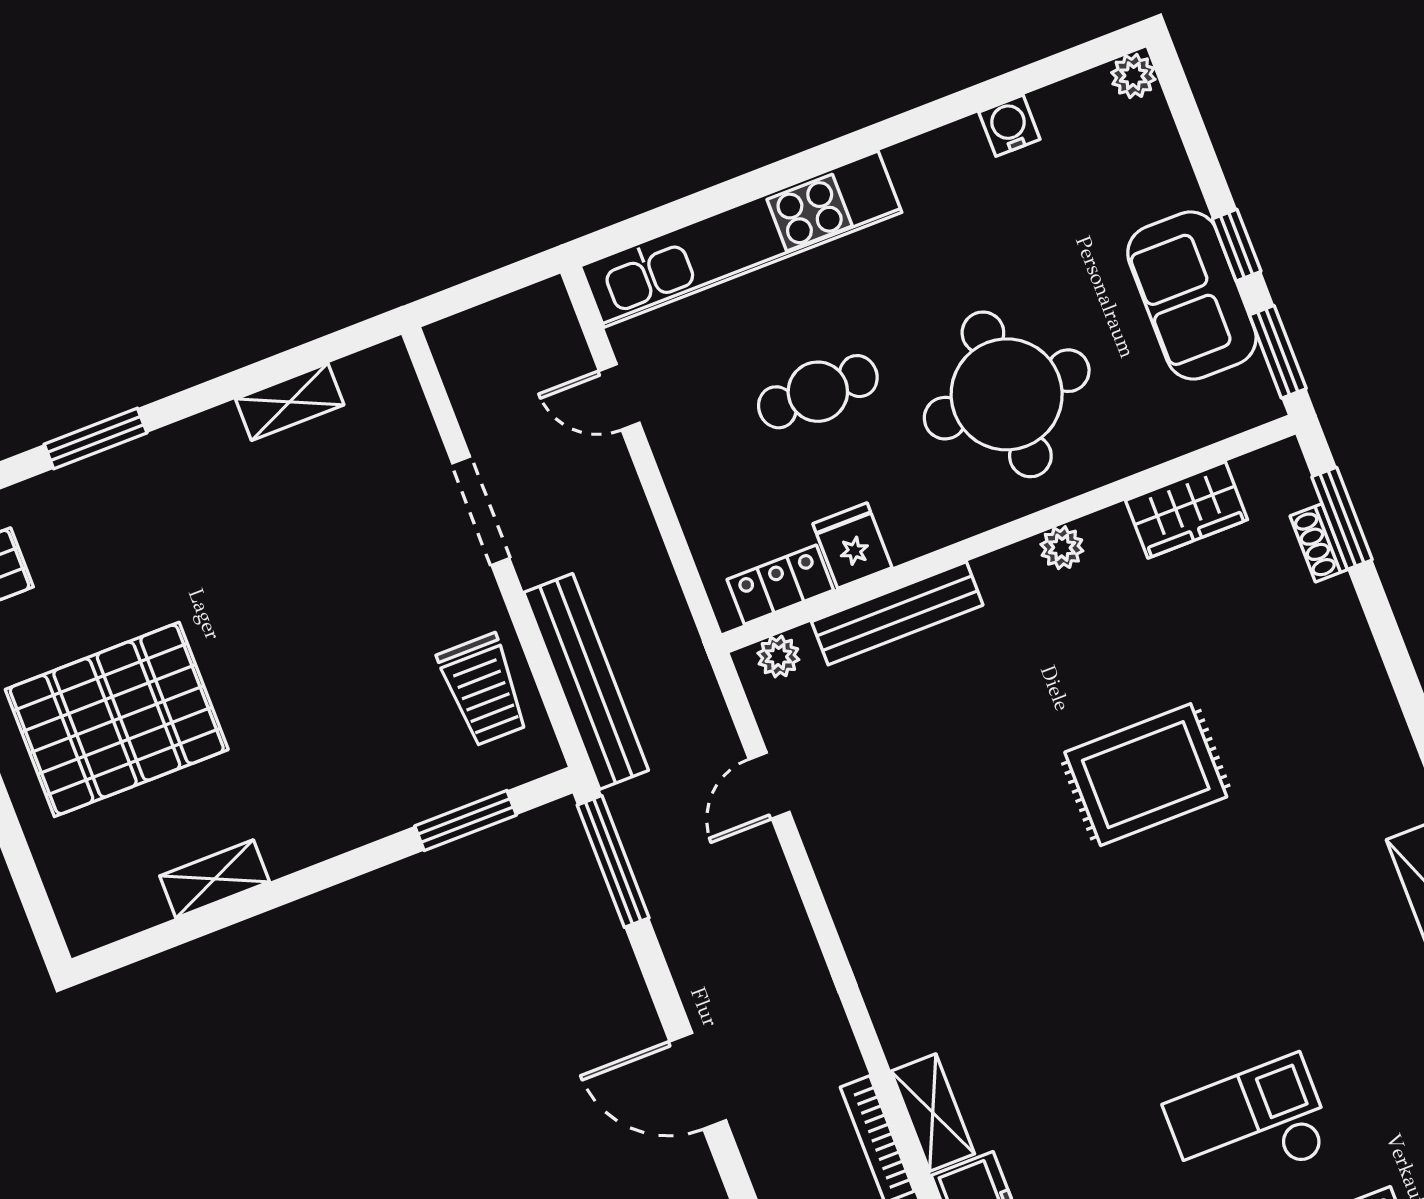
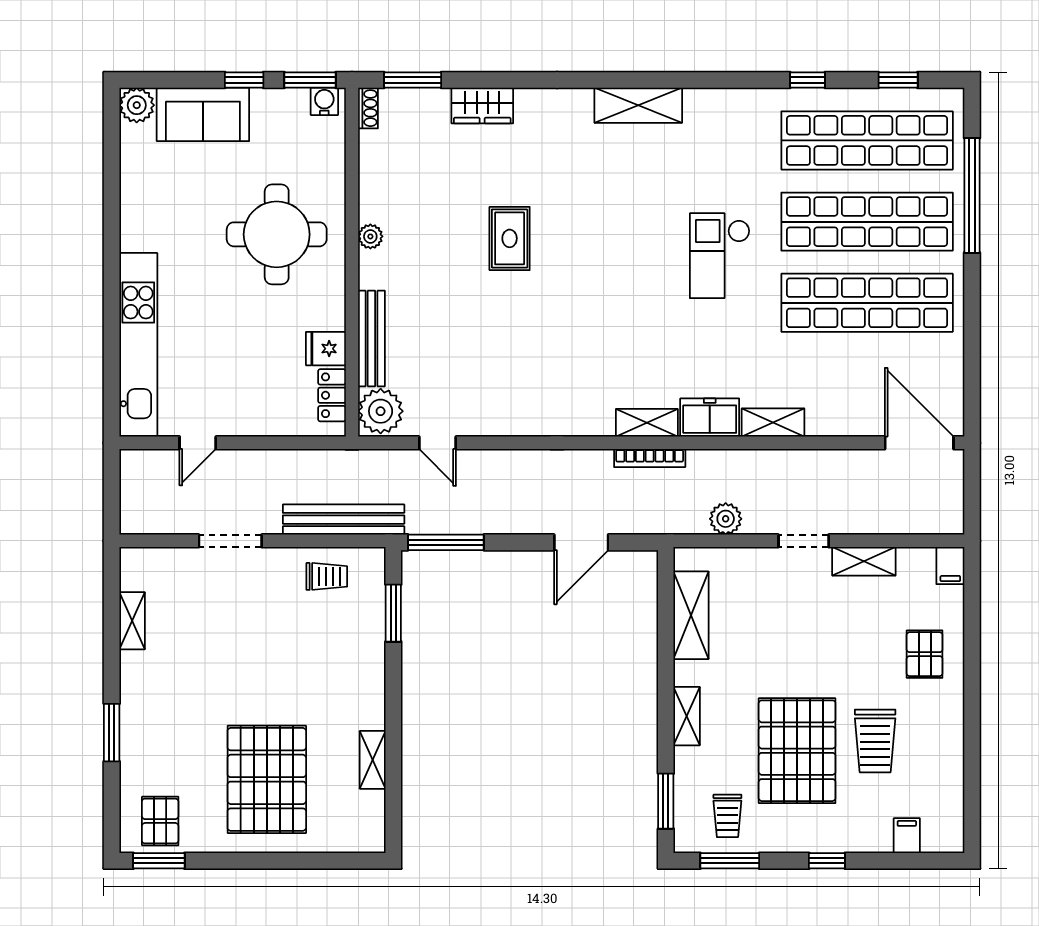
plant: (1133, 76) -> (137, 105), width x1.38, depth x1.38
water cooler: (1009, 126) -> (324, 101), moved, turned 90
sofa: (1192, 295) -> (203, 114), moved
cafe table: (818, 392) -> (236, 335), removed
wardrobe: (1187, 510) -> (482, 106), moved, turned 90
shoe rack: (1319, 543) -> (368, 108), moved, turned -90
plant: (778, 656) -> (381, 411), width x1.87, depth x1.87
trolley: (483, 690) -> (327, 576), width x0.73, depth x0.72
rug: (1146, 775) -> (510, 238), width x0.73, depth x0.70

